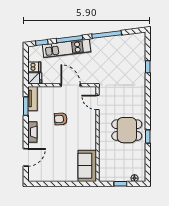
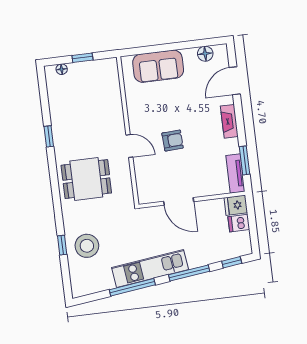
kitchen unit: (67, 48) -> (150, 269), moved
stool: (132, 64) -> (87, 246), added
door: (97, 102) -> (129, 146), moved
armchair: (61, 119) -> (173, 141), moved
dining table: (127, 130) -> (86, 179), moved
sofa: (87, 166) -> (158, 66), moved, turned 90
floor lamp: (42, 177) -> (205, 54), added

